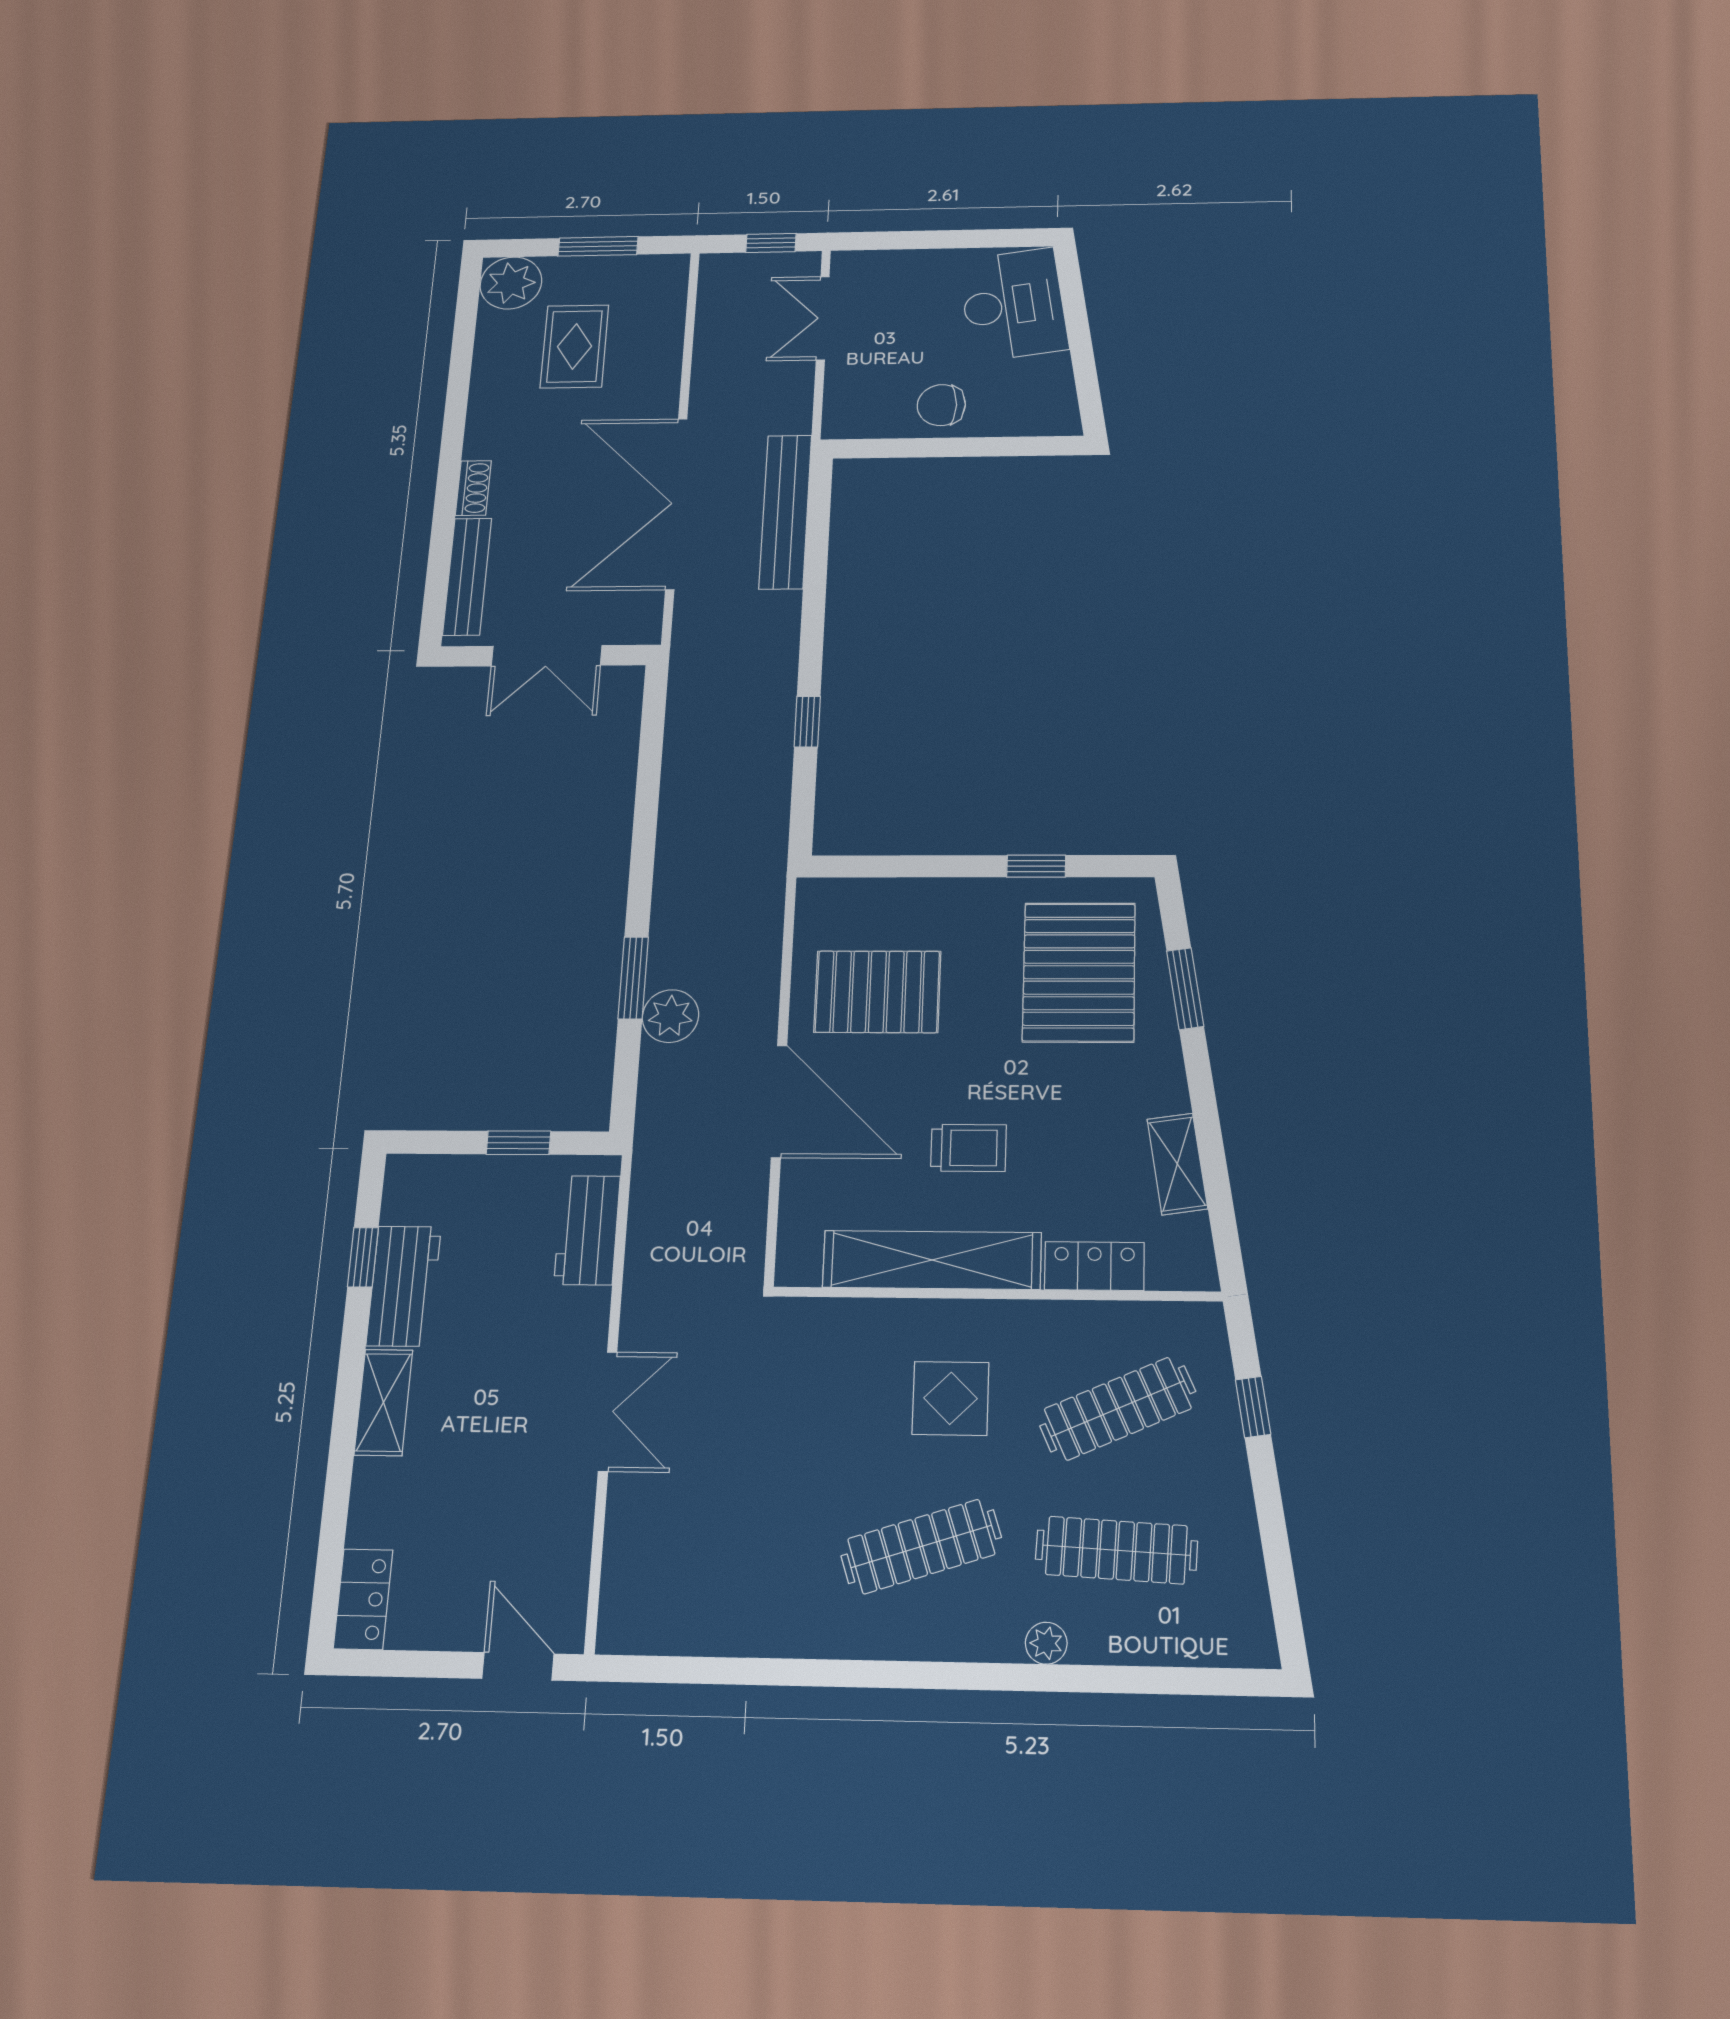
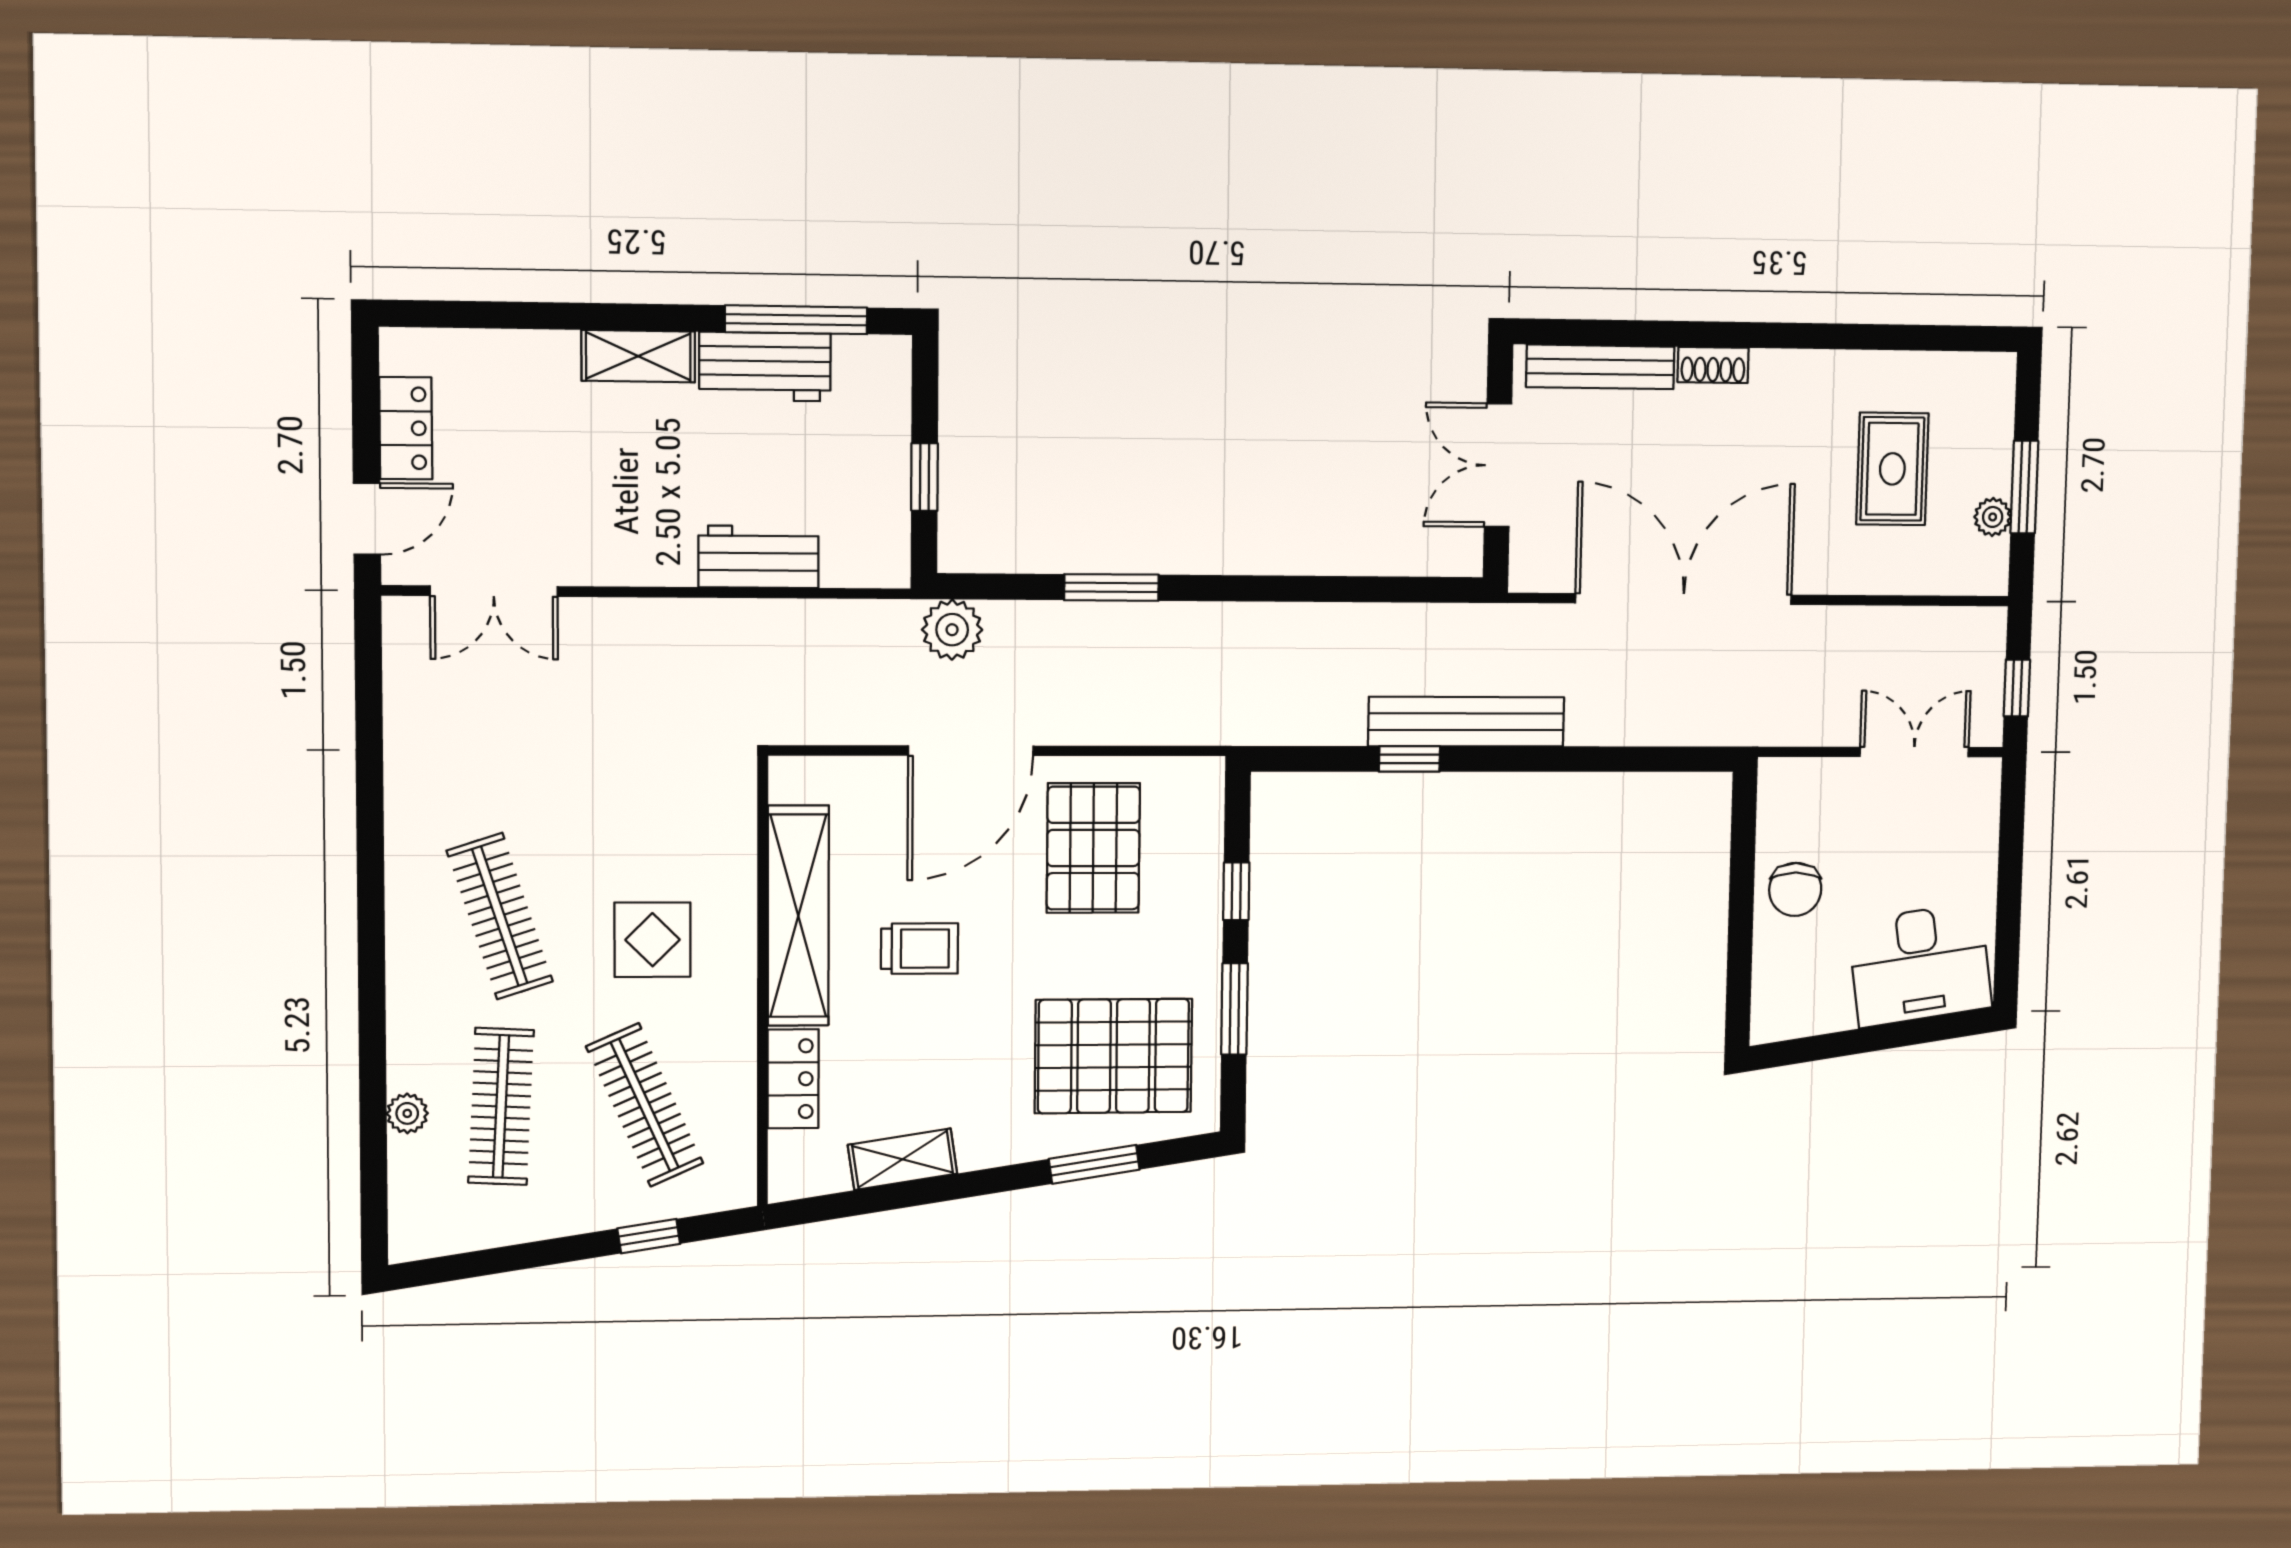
plant: (511, 283) -> (1993, 517), moved, width x0.53, depth x0.53
rug: (575, 346) -> (1892, 469), turned 90
chair: (941, 405) -> (1795, 889), turned 180
bench: (785, 512) -> (1466, 722), moved
window: (924, 866) -> (1236, 891), added
window: (1036, 866) -> (1234, 1009), width x1.50
plant: (670, 1016) -> (952, 630), moved
trolley: (968, 1148) -> (920, 949), turned -90
workbench: (587, 1230) -> (759, 557), moved
window: (363, 1257) -> (796, 320), width x2.17
double door: (608, 1411) -> (494, 591), moved
locker: (363, 1599) -> (406, 428), moved, turned -90
plant: (1046, 1643) -> (407, 1113), moved

